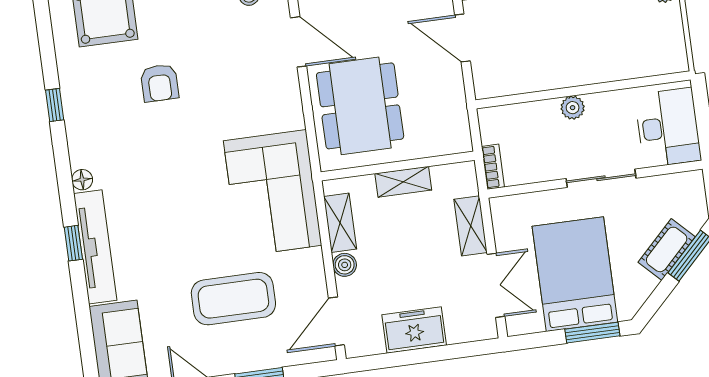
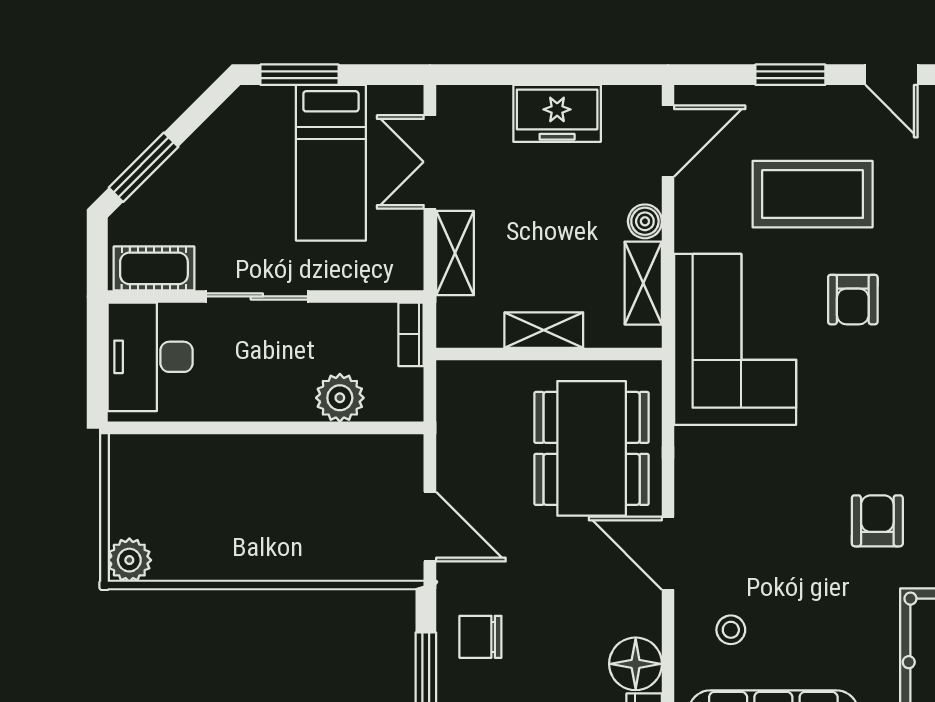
plant: (573, 108) -> (340, 398), moved, width x1.38, depth x1.38
armchair: (196, 231) -> (853, 300), added
cot: (667, 249) -> (154, 268), moved, turned 45
bed: (575, 274) -> (331, 163), width x0.67

